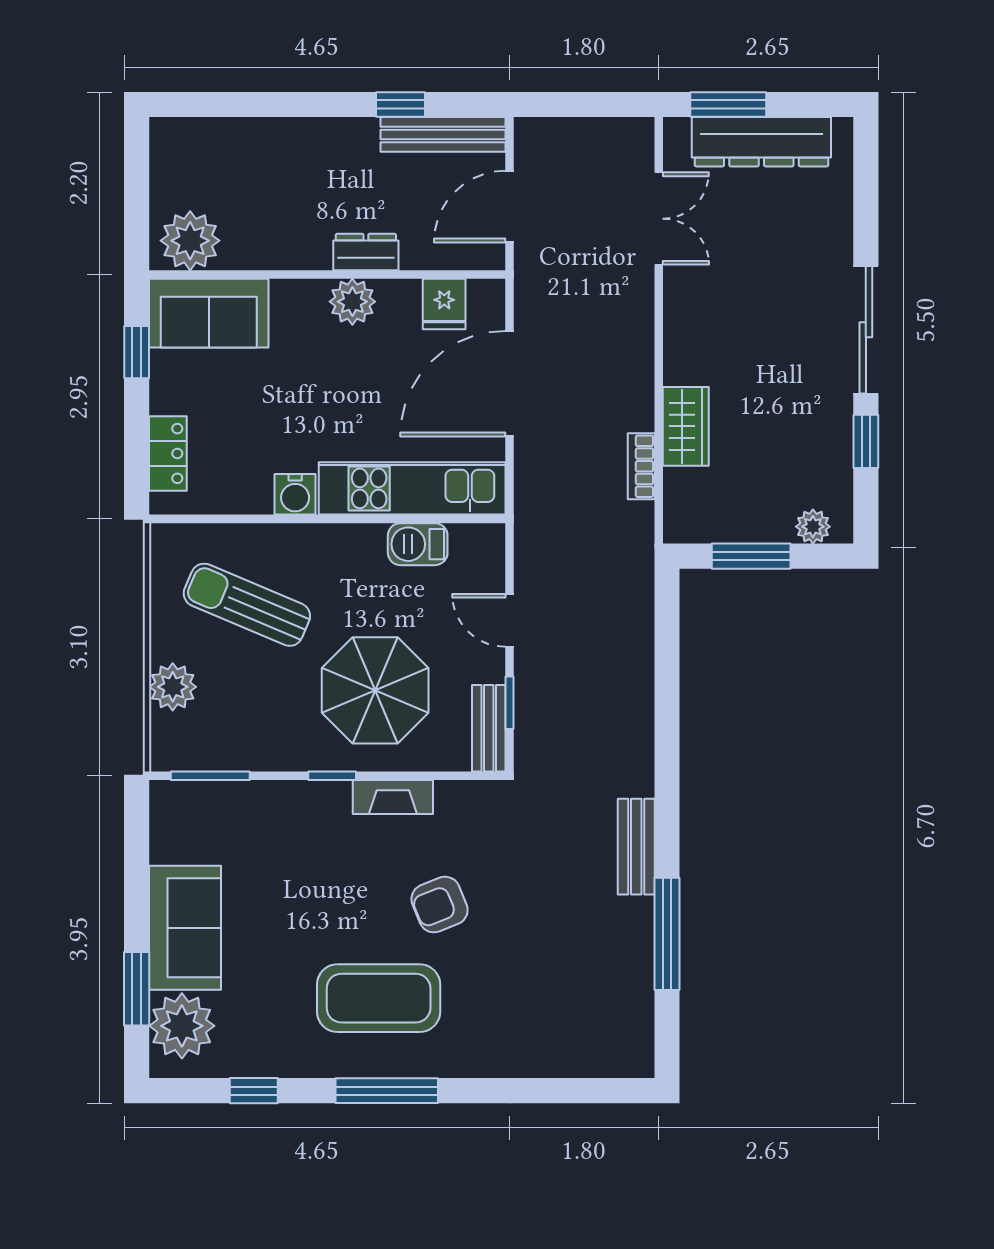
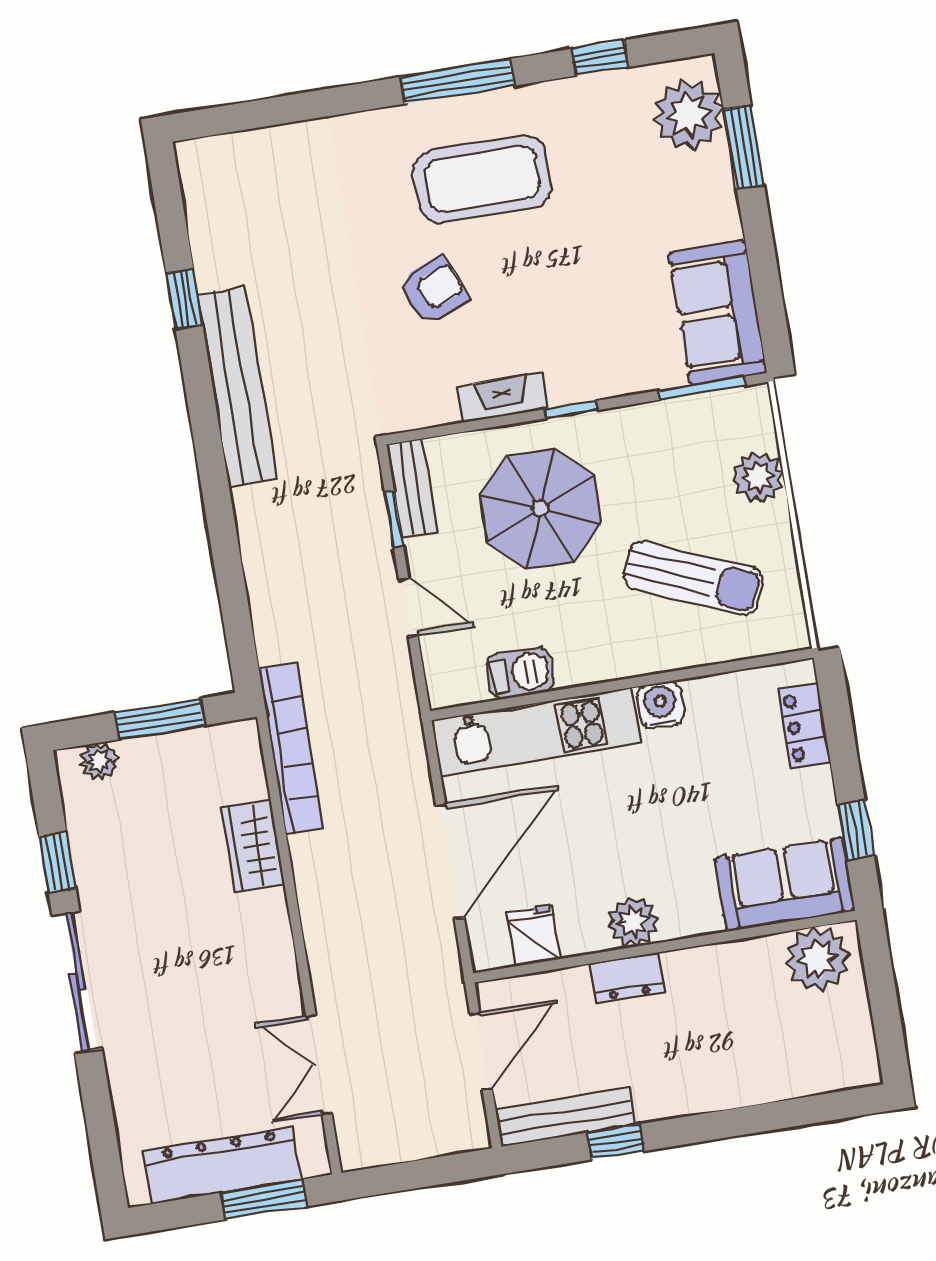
bookcase: (641, 466) -> (291, 749), width x2.31, depth x1.31
bench: (636, 847) -> (237, 386), width x1.86, depth x1.21
sofa: (185, 928) -> (718, 313), moved
window: (667, 934) -> (184, 299), width x0.46

